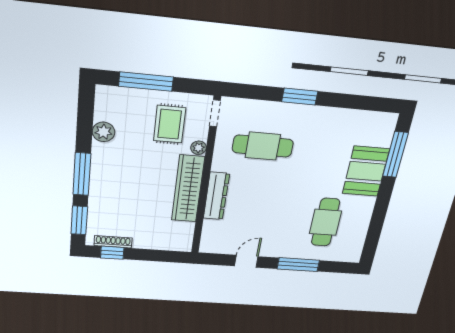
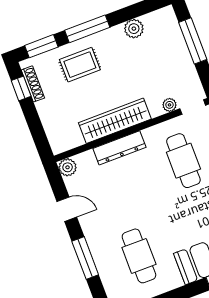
rug: (170, 124) -> (80, 65), moved
plant: (199, 148) -> (169, 105), moved
cafe table: (325, 222) -> (139, 256), turned 90
plant: (209, 245) -> (68, 167), added

